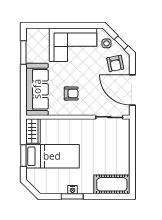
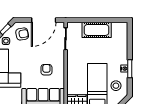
stool: (51, 179) -> (116, 86), added
cot: (112, 184) -> (97, 30), moved, turned 90

